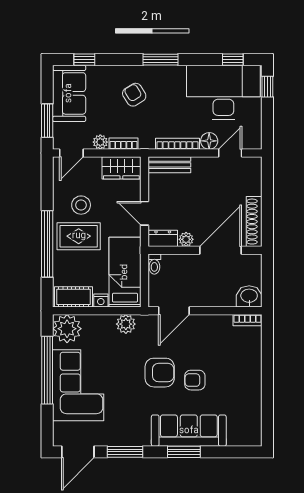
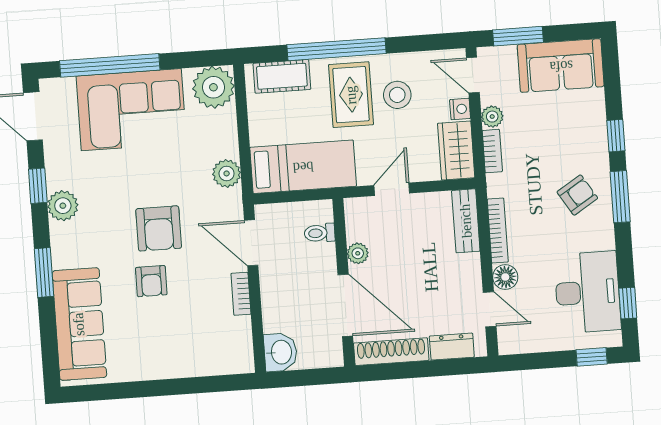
window: (84, 60) -> (616, 136), moved
desk: (223, 92) -> (588, 292), width x0.73, depth x0.77
armchair: (134, 95) -> (577, 195), moved
dresser: (163, 238) -> (452, 347), moved, turned -90
toilet: (154, 264) -> (320, 233), moved
cot: (74, 297) -> (282, 76), moved, turned 90
nightstand: (101, 301) -> (460, 109), moved, turned 180
bookcase: (247, 320) -> (241, 294), moved
window: (47, 370) -> (110, 65), moved
armchair: (195, 380) -> (151, 281), turned 180
sofa: (189, 431) -> (79, 324), moved
plant: (140, 436) -> (63, 206), added
window: (125, 452) -> (38, 186), width x0.67

